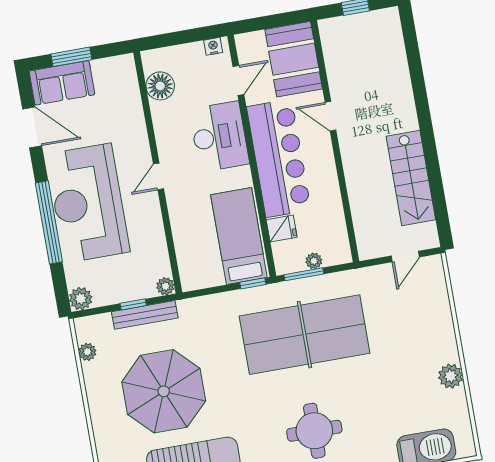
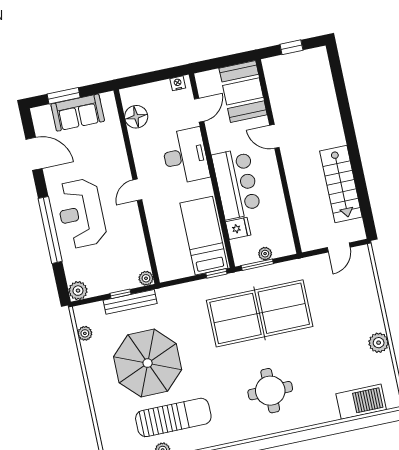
sofa: (62, 83) -> (78, 113), moved
bar counter: (279, 158) -> (236, 184), width x0.73
reception desk: (88, 203) -> (81, 213), width x0.74, depth x0.77

